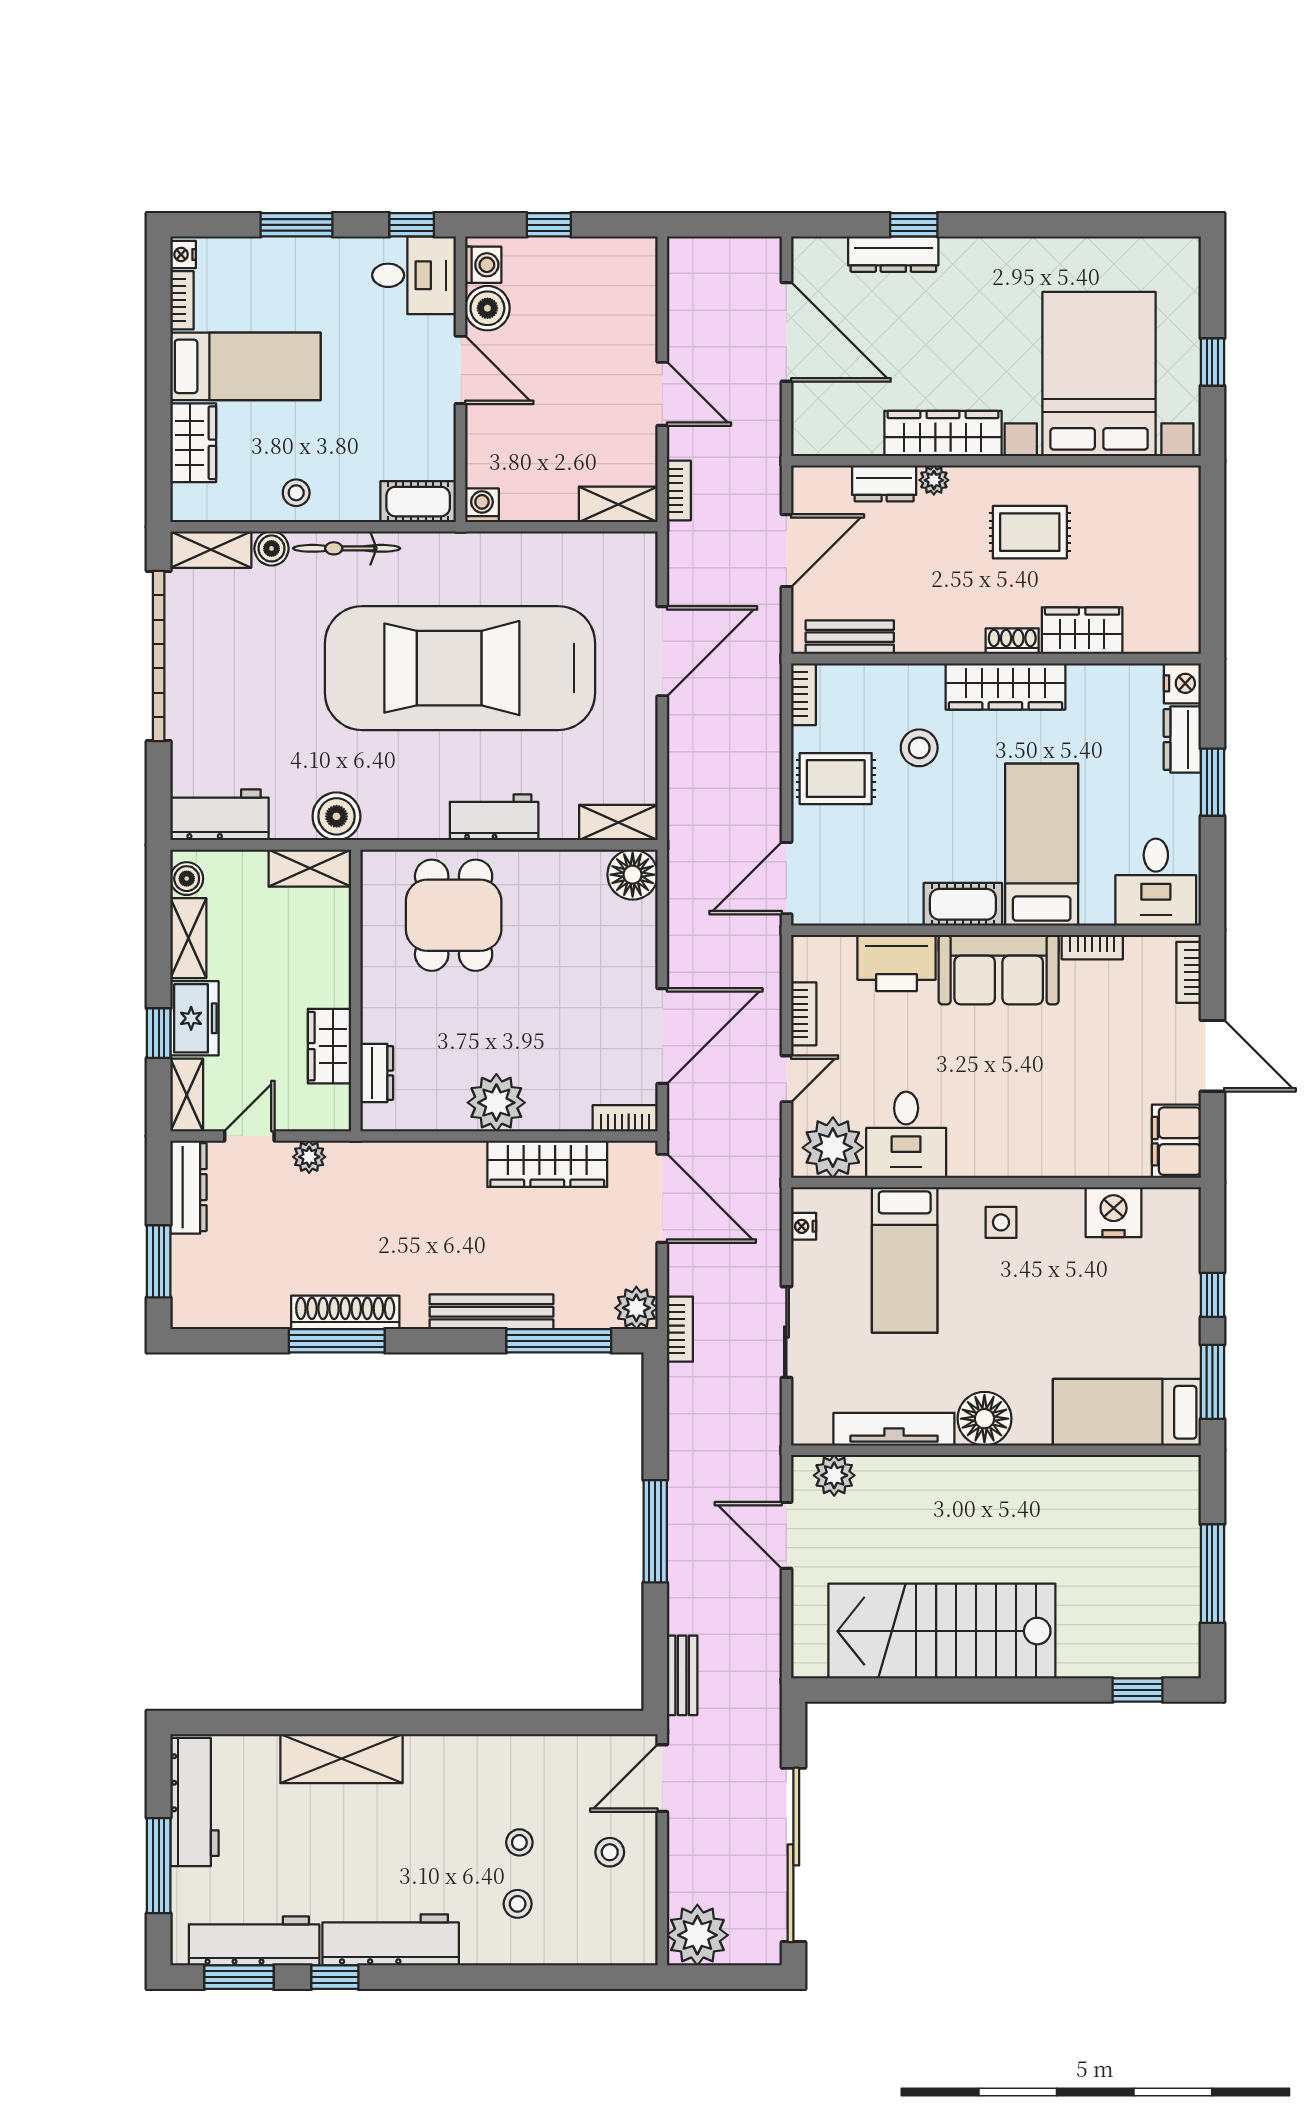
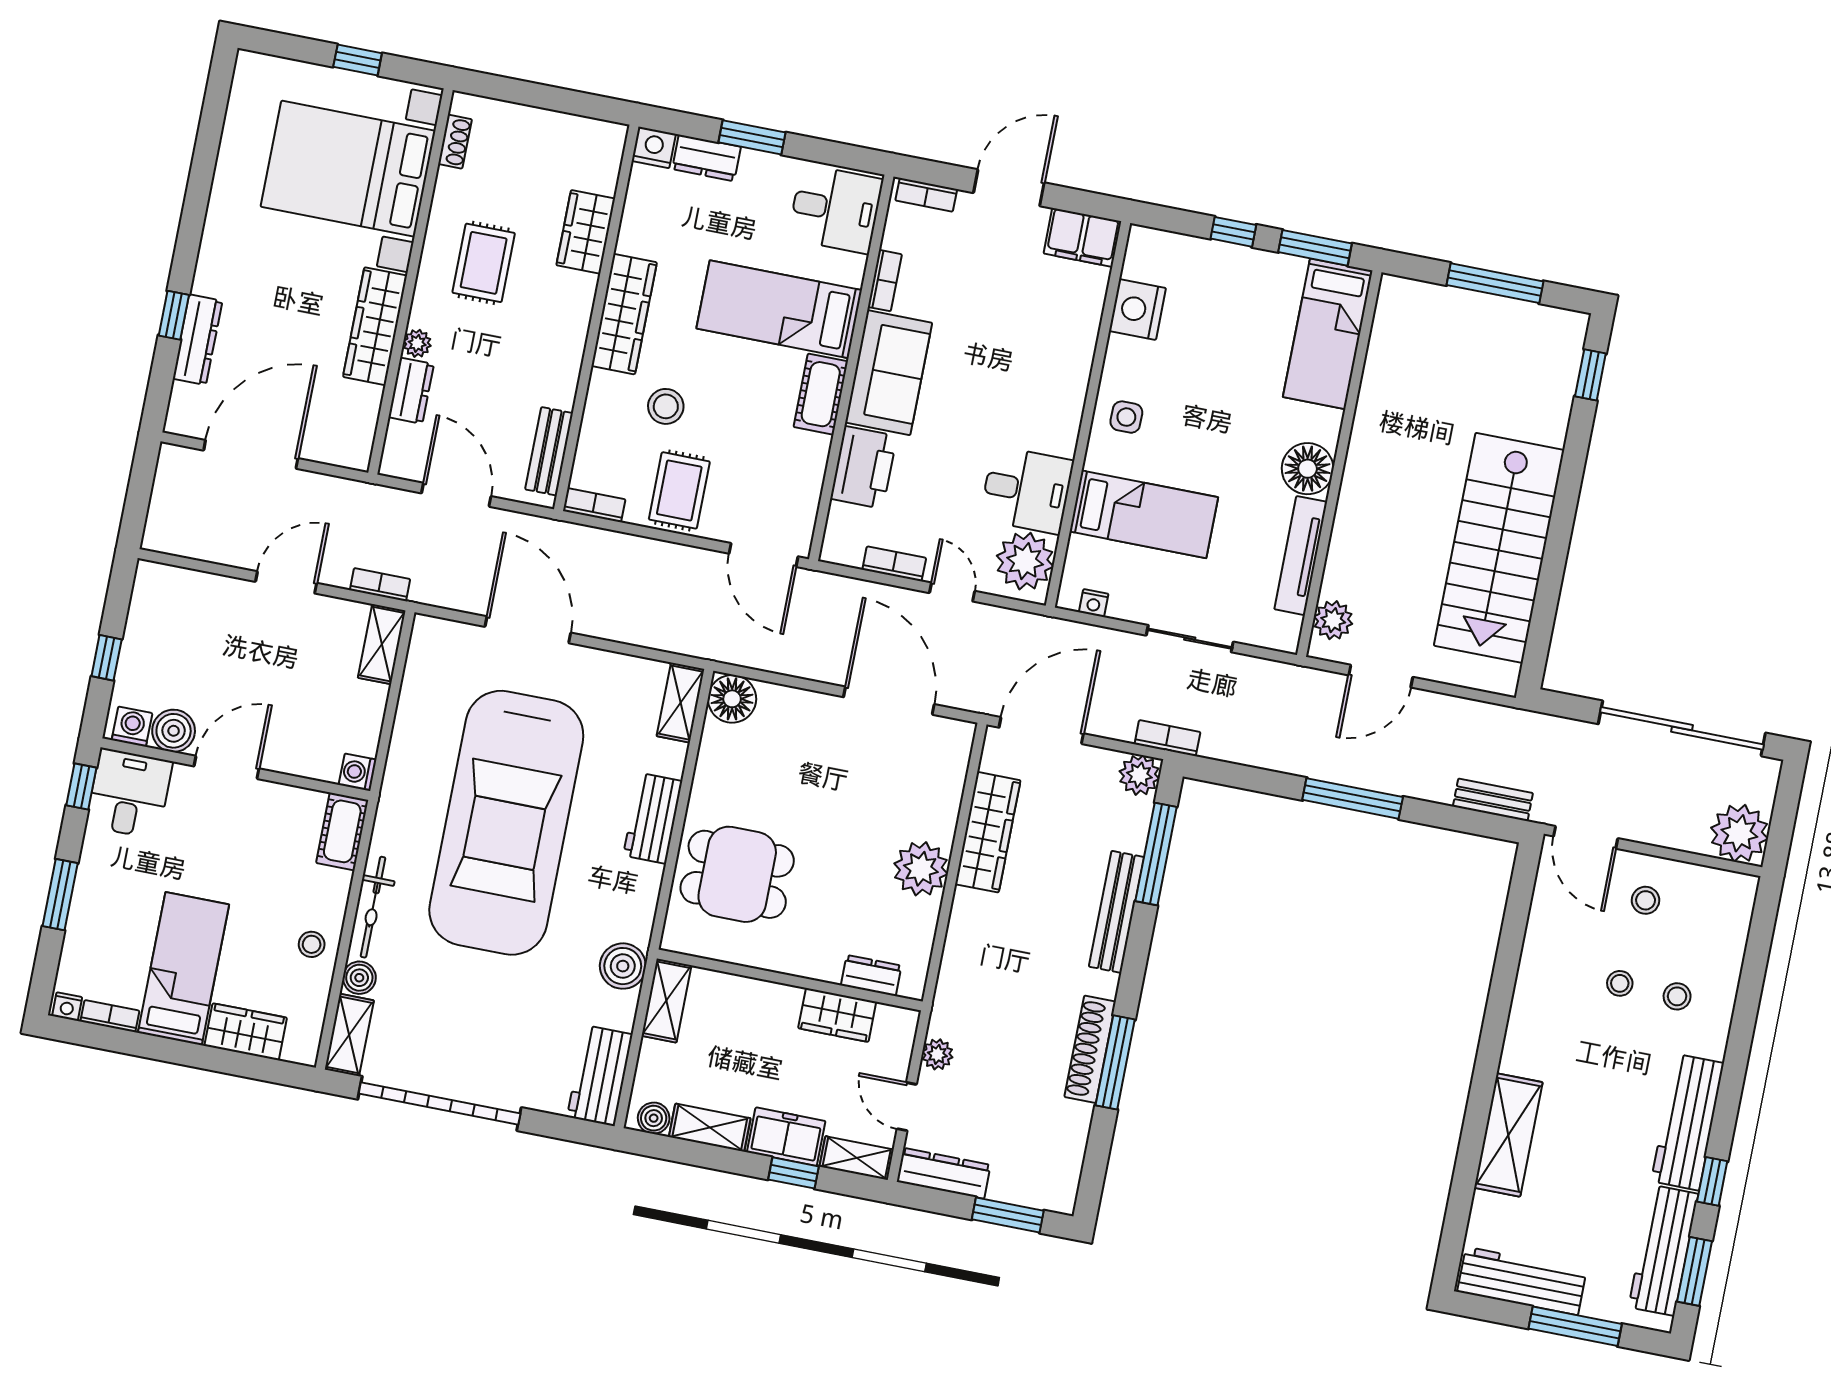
shoe rack: (1012, 641) -> (455, 142), moved, turned 180
bookcase: (625, 1118) -> (959, 751), removed

